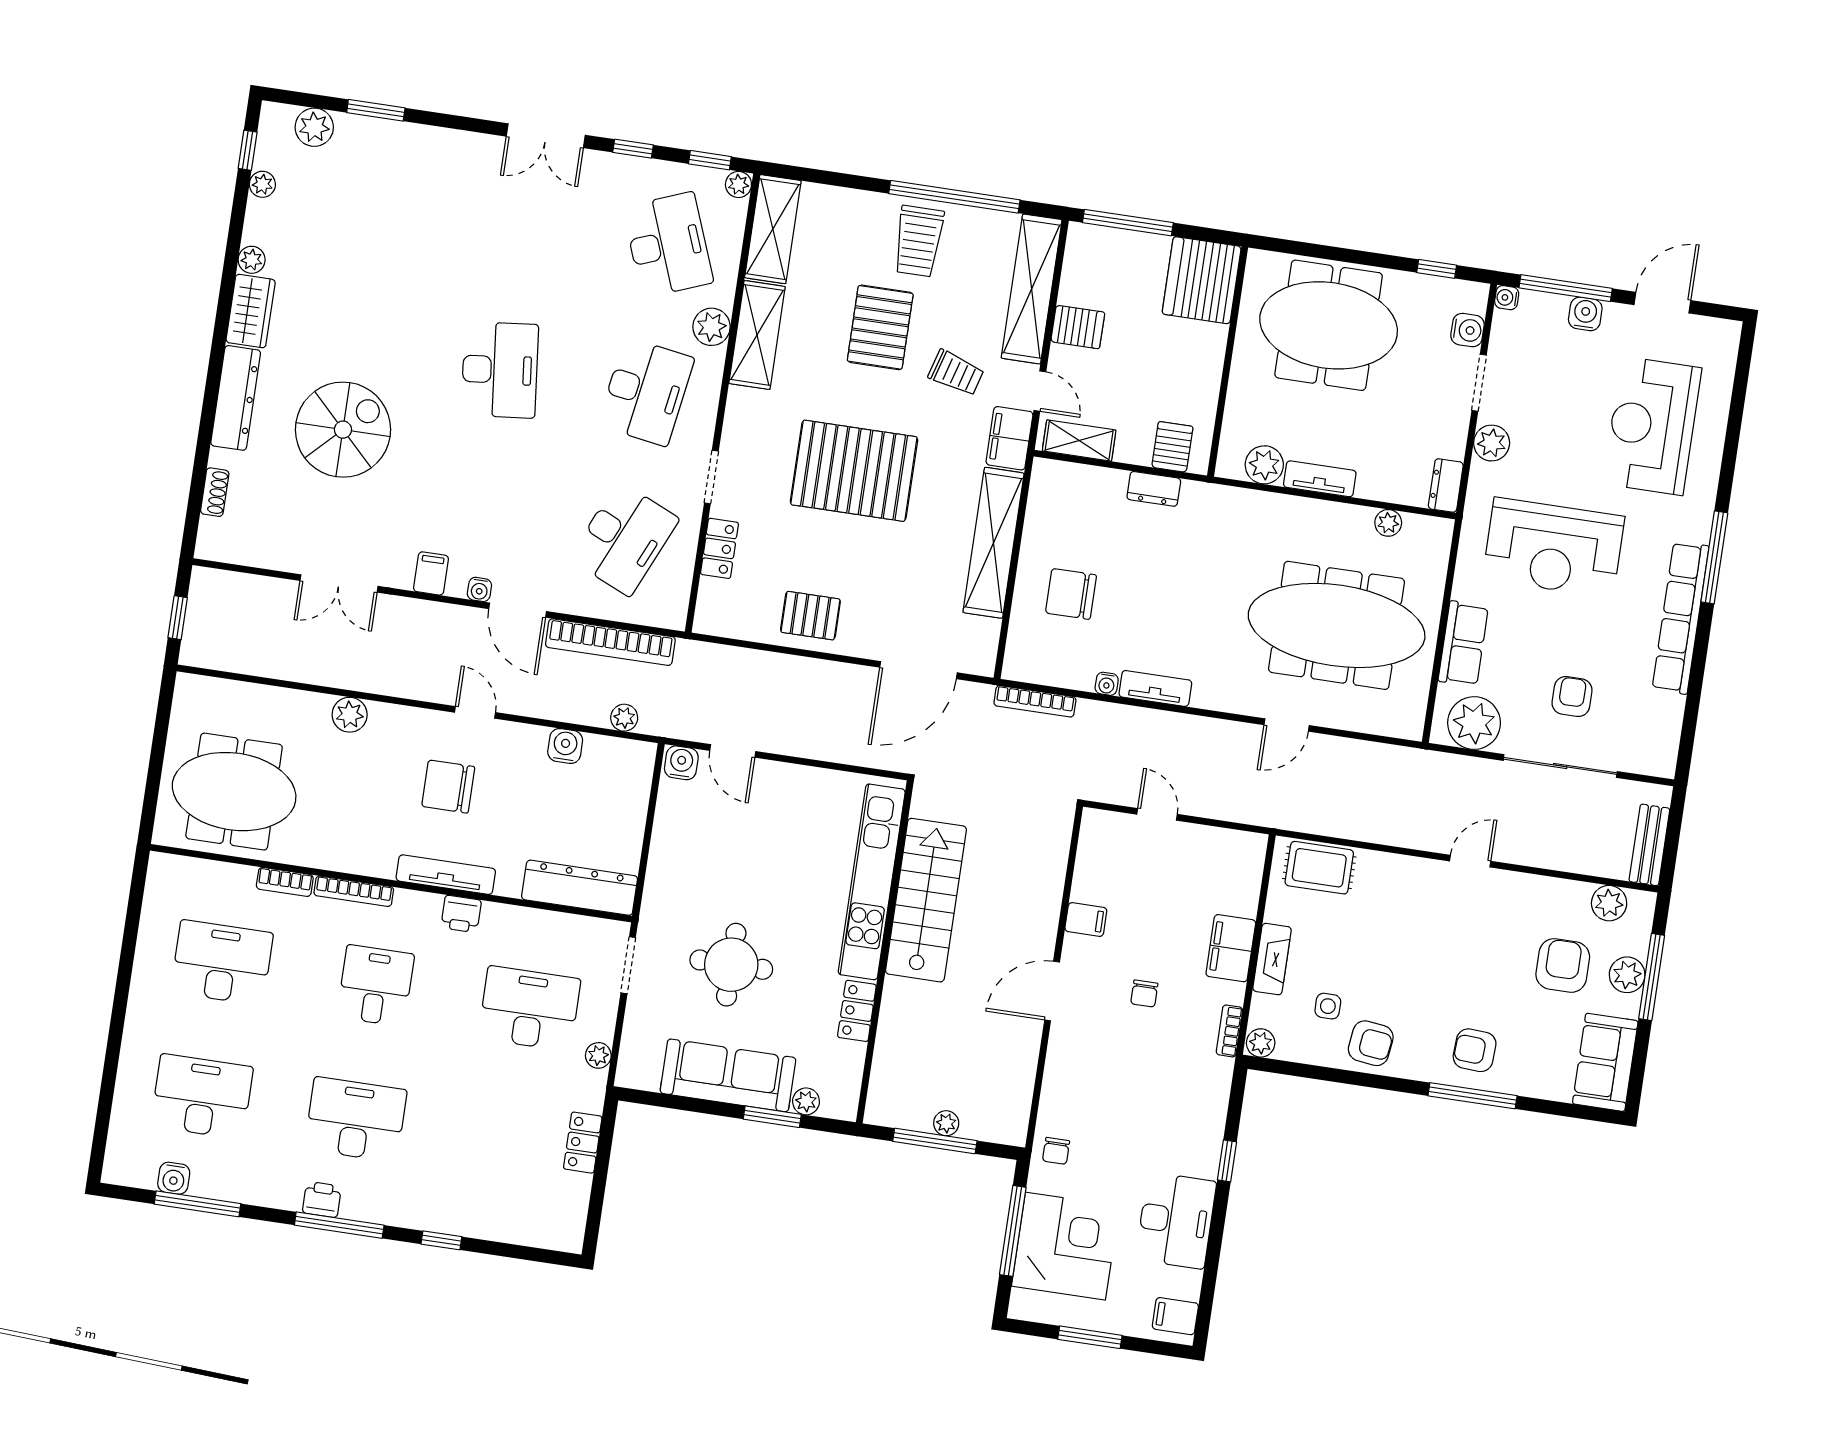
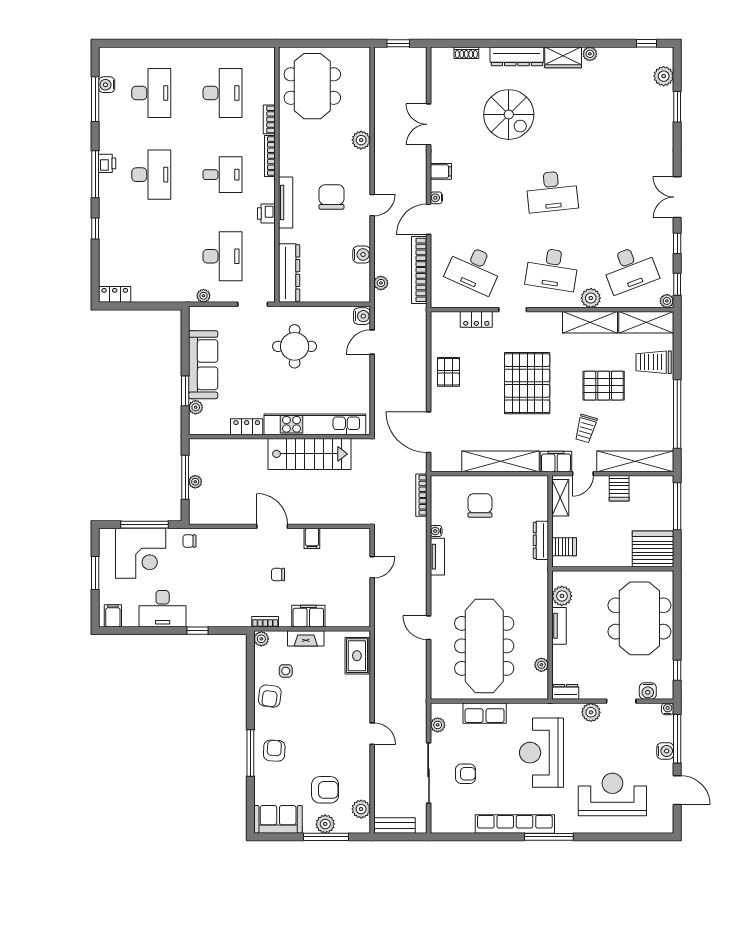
plant: (262, 184) -> (630, 54), removed
trolley: (919, 241) -> (654, 362), moved
dresser: (1154, 489) -> (541, 540), width x1.44
plant: (1474, 723) -> (438, 725), width x0.53, depth x0.53
round table: (731, 965) -> (295, 346), moved
locker: (583, 1143) -> (115, 294), moved

